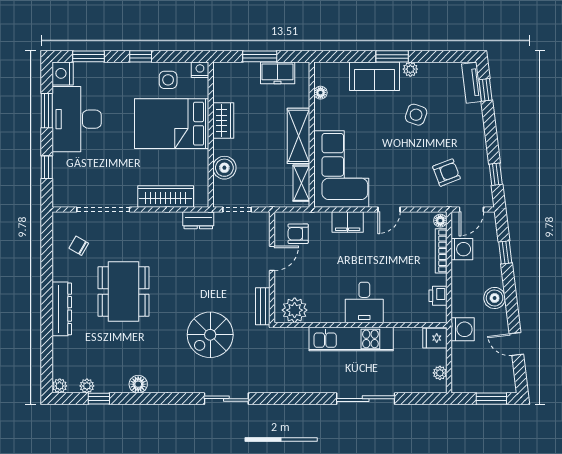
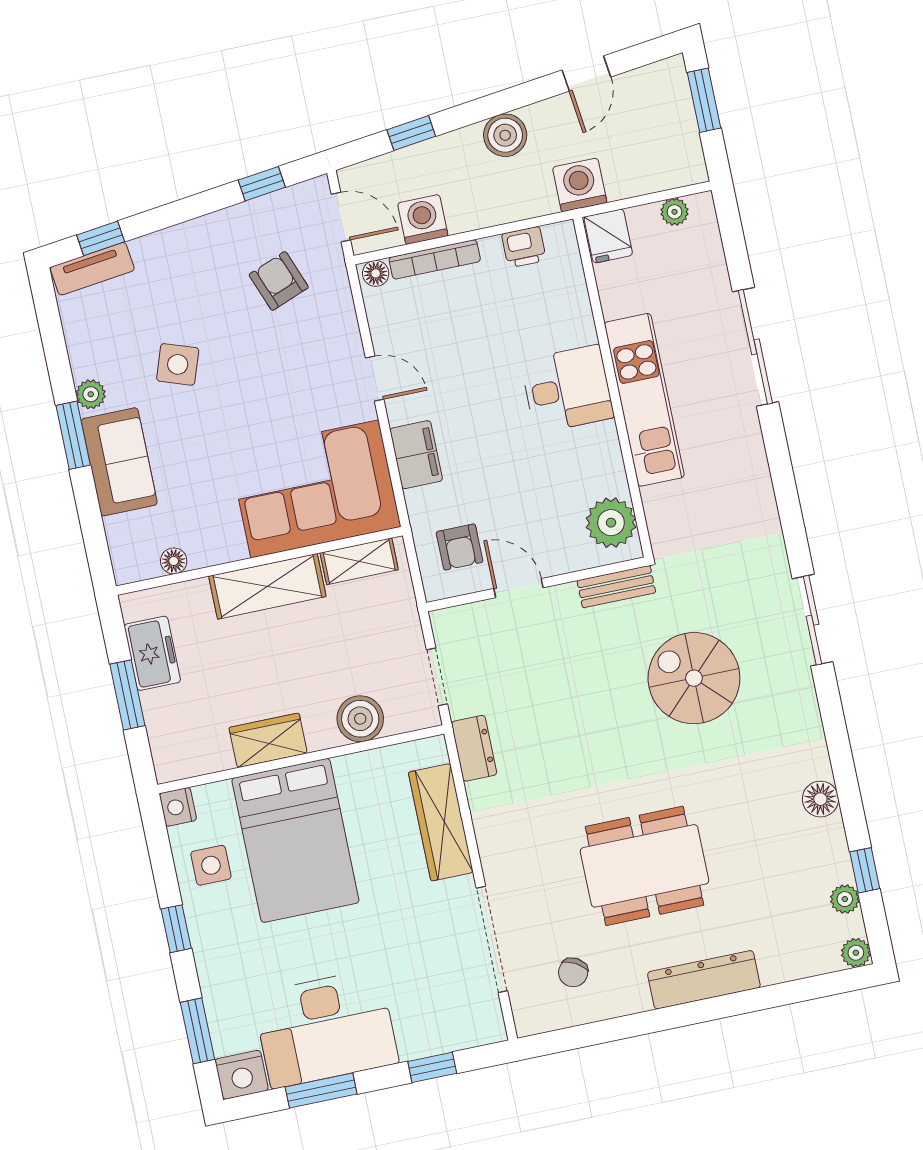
spiral stairs: (210, 335) -> (694, 678), turned 180

